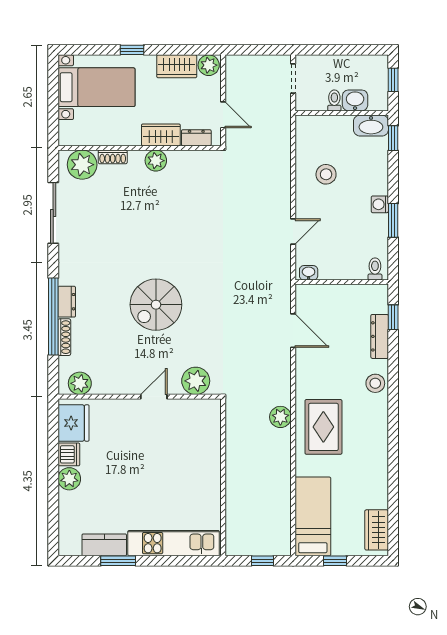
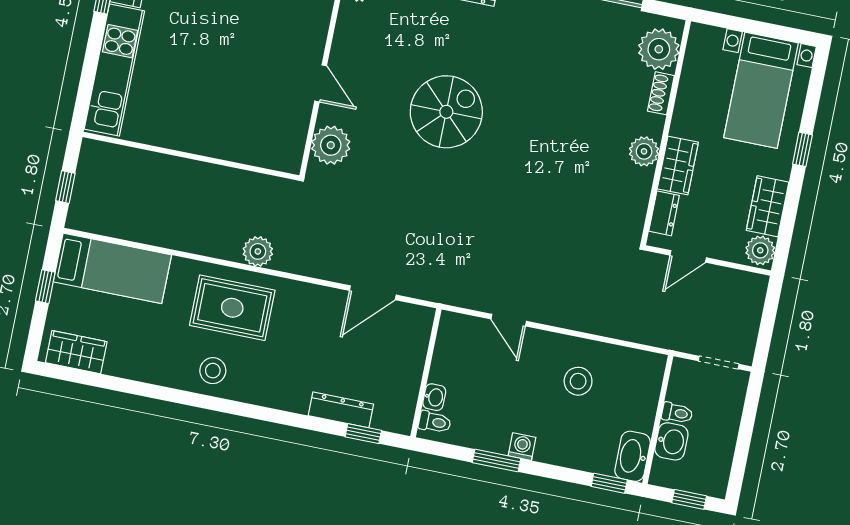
washbasin: (309, 273) -> (434, 397), moved
spiral stairs: (156, 305) -> (446, 112), turned 90
stool: (375, 383) -> (213, 371), moved

